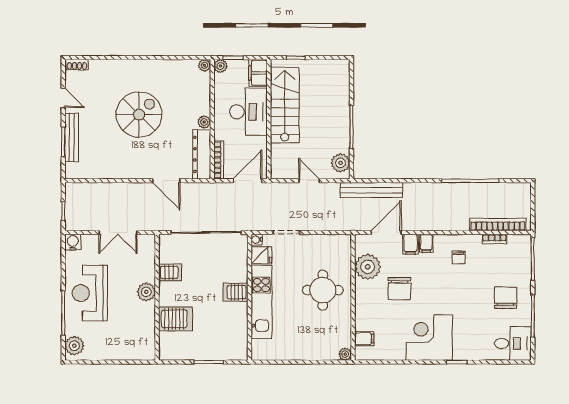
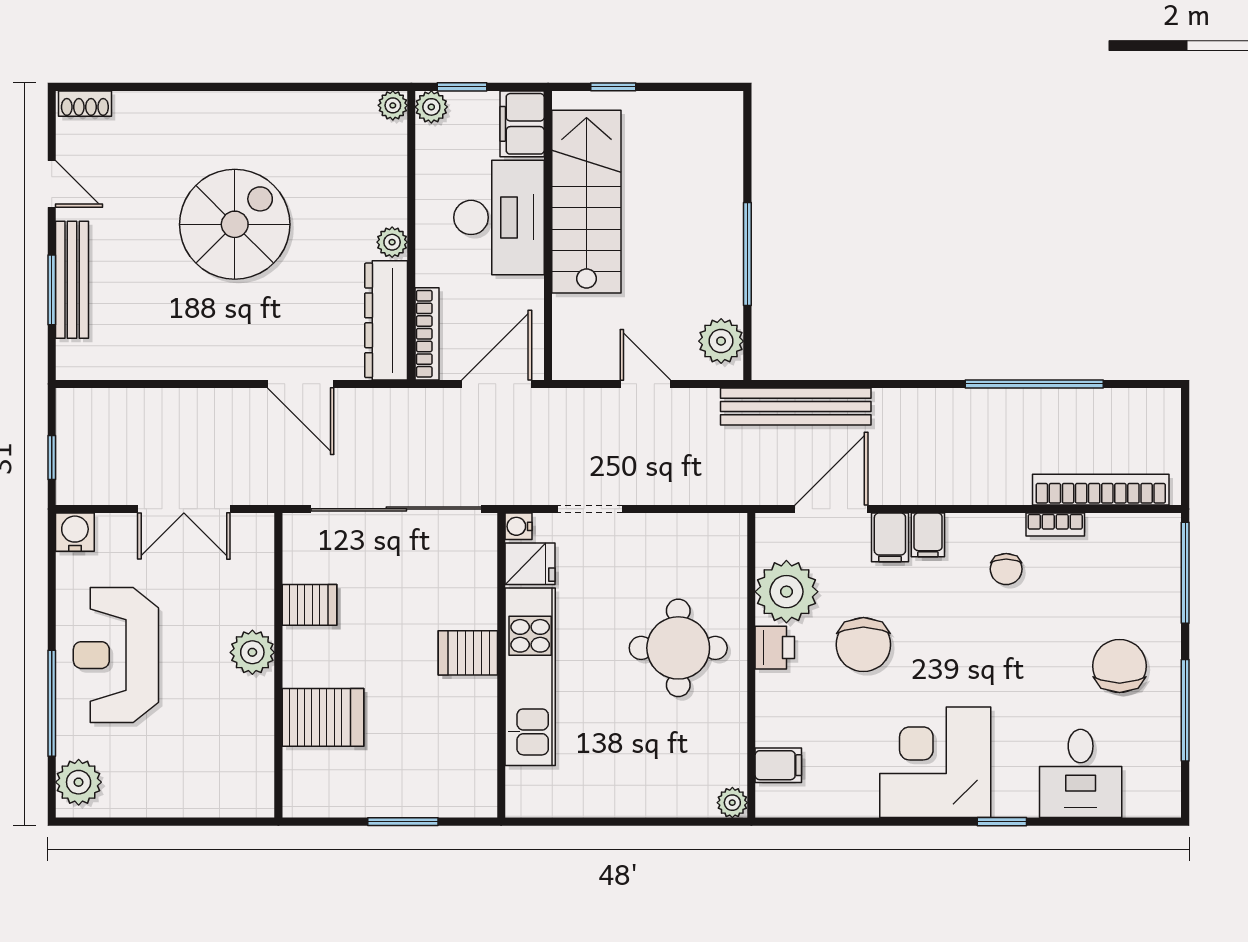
bookcase: (494, 239) -> (1055, 525), moved
printer: (363, 290) -> (775, 648), added
desk: (513, 343) -> (1081, 773), moved, turned 90

